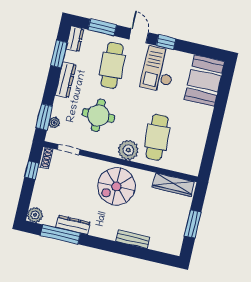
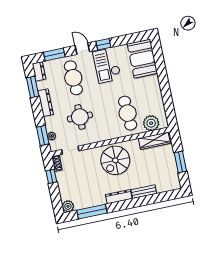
plant: (128, 150) -> (151, 123), moved
dresser: (73, 225) -> (119, 197), moved

